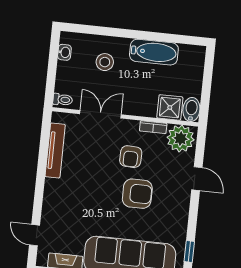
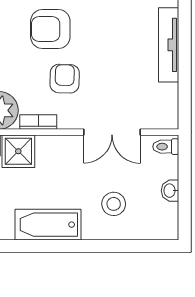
washbasin: (64, 52) -> (170, 191), moved
tv unit: (55, 151) -> (169, 45), moved

